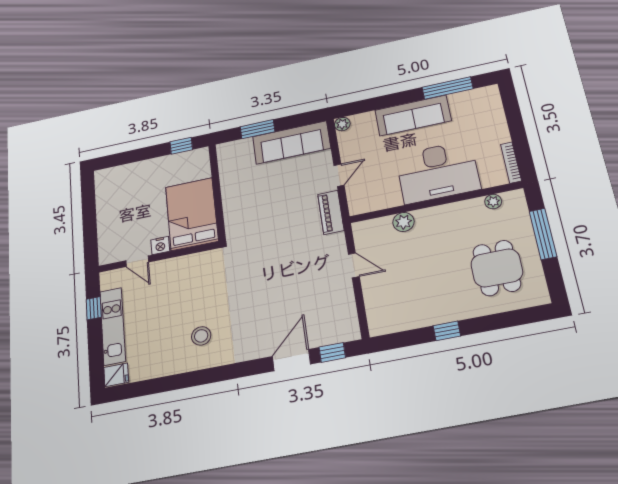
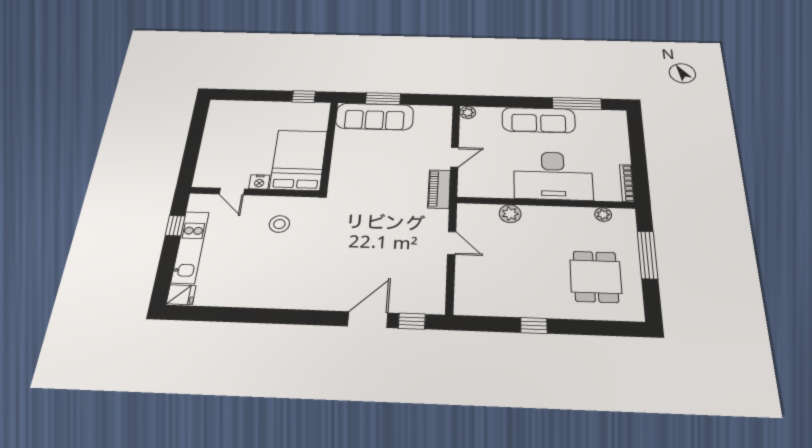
sofa: (291, 142) -> (375, 117), moved
stool: (201, 336) -> (279, 224), moved

